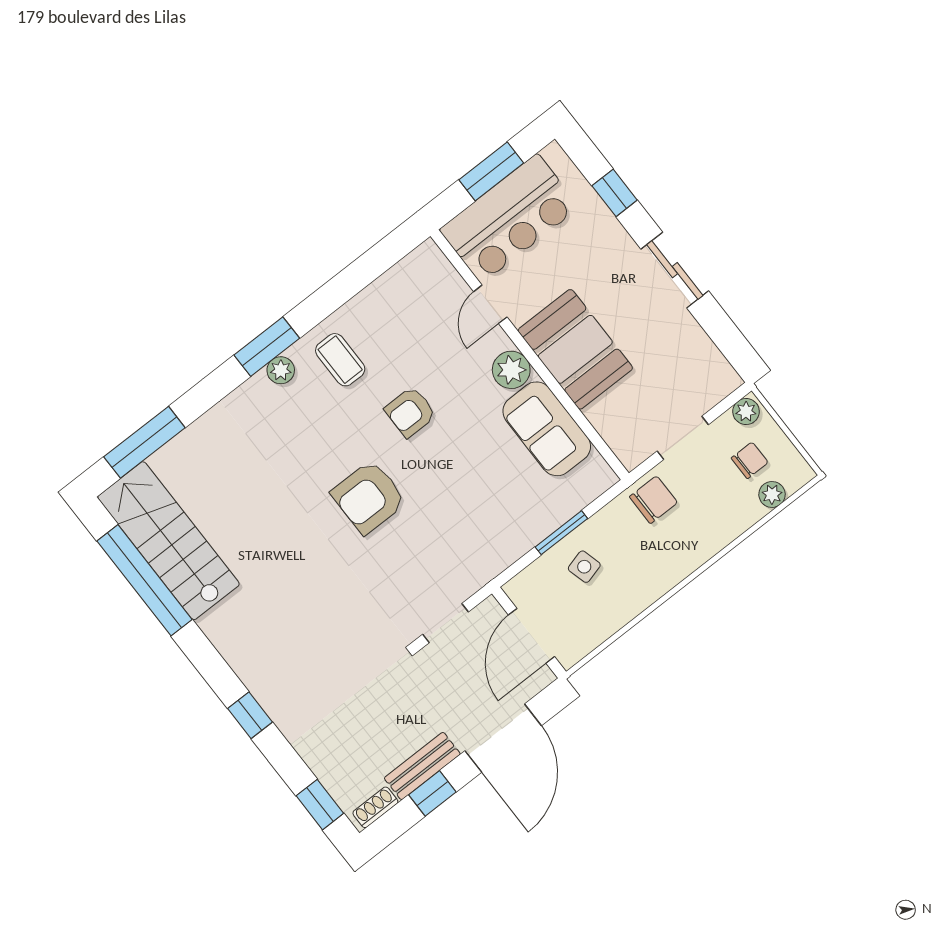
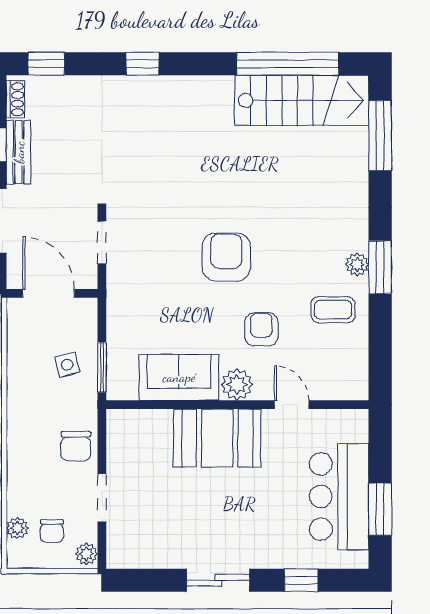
door: (490, 304) -> (292, 405), moved
booth: (575, 349) -> (217, 438), moved
wall: (530, 355) -> (237, 405), moved
plant: (511, 370) -> (237, 385), moved
sofa: (547, 429) -> (179, 377), moved

